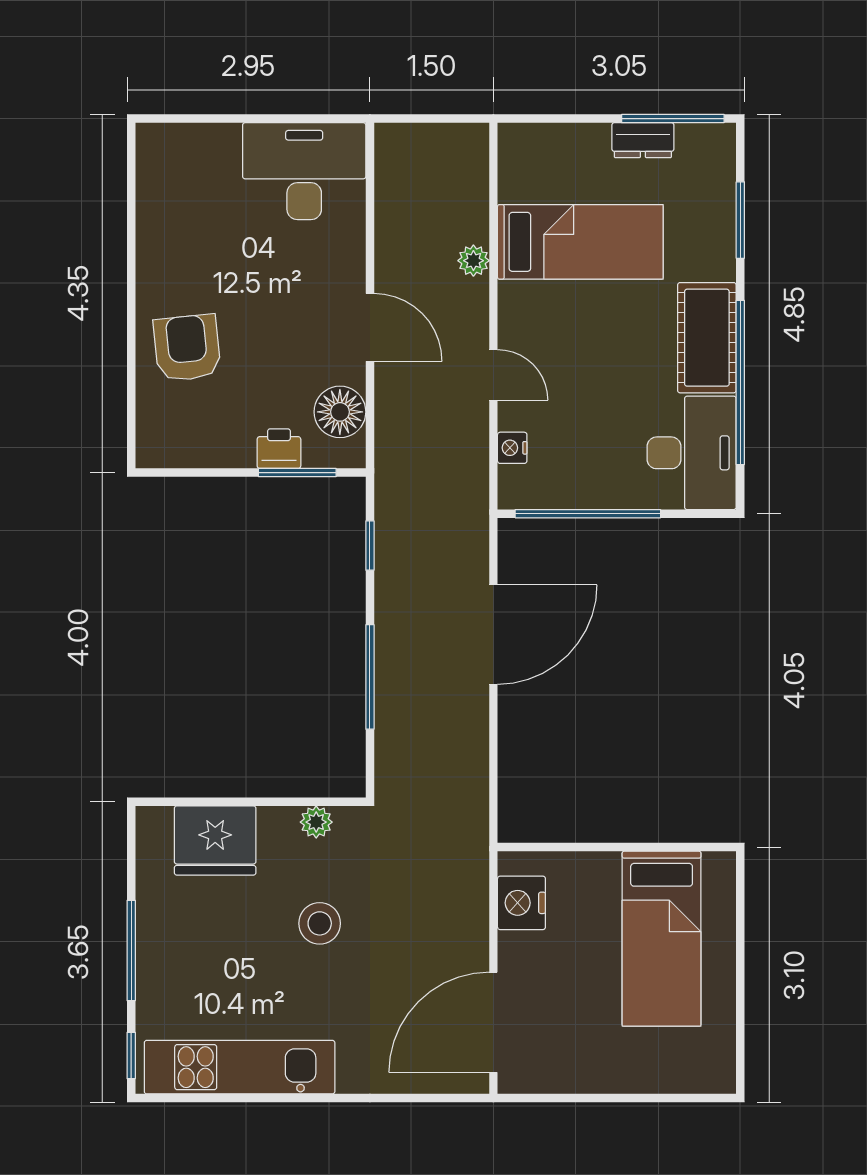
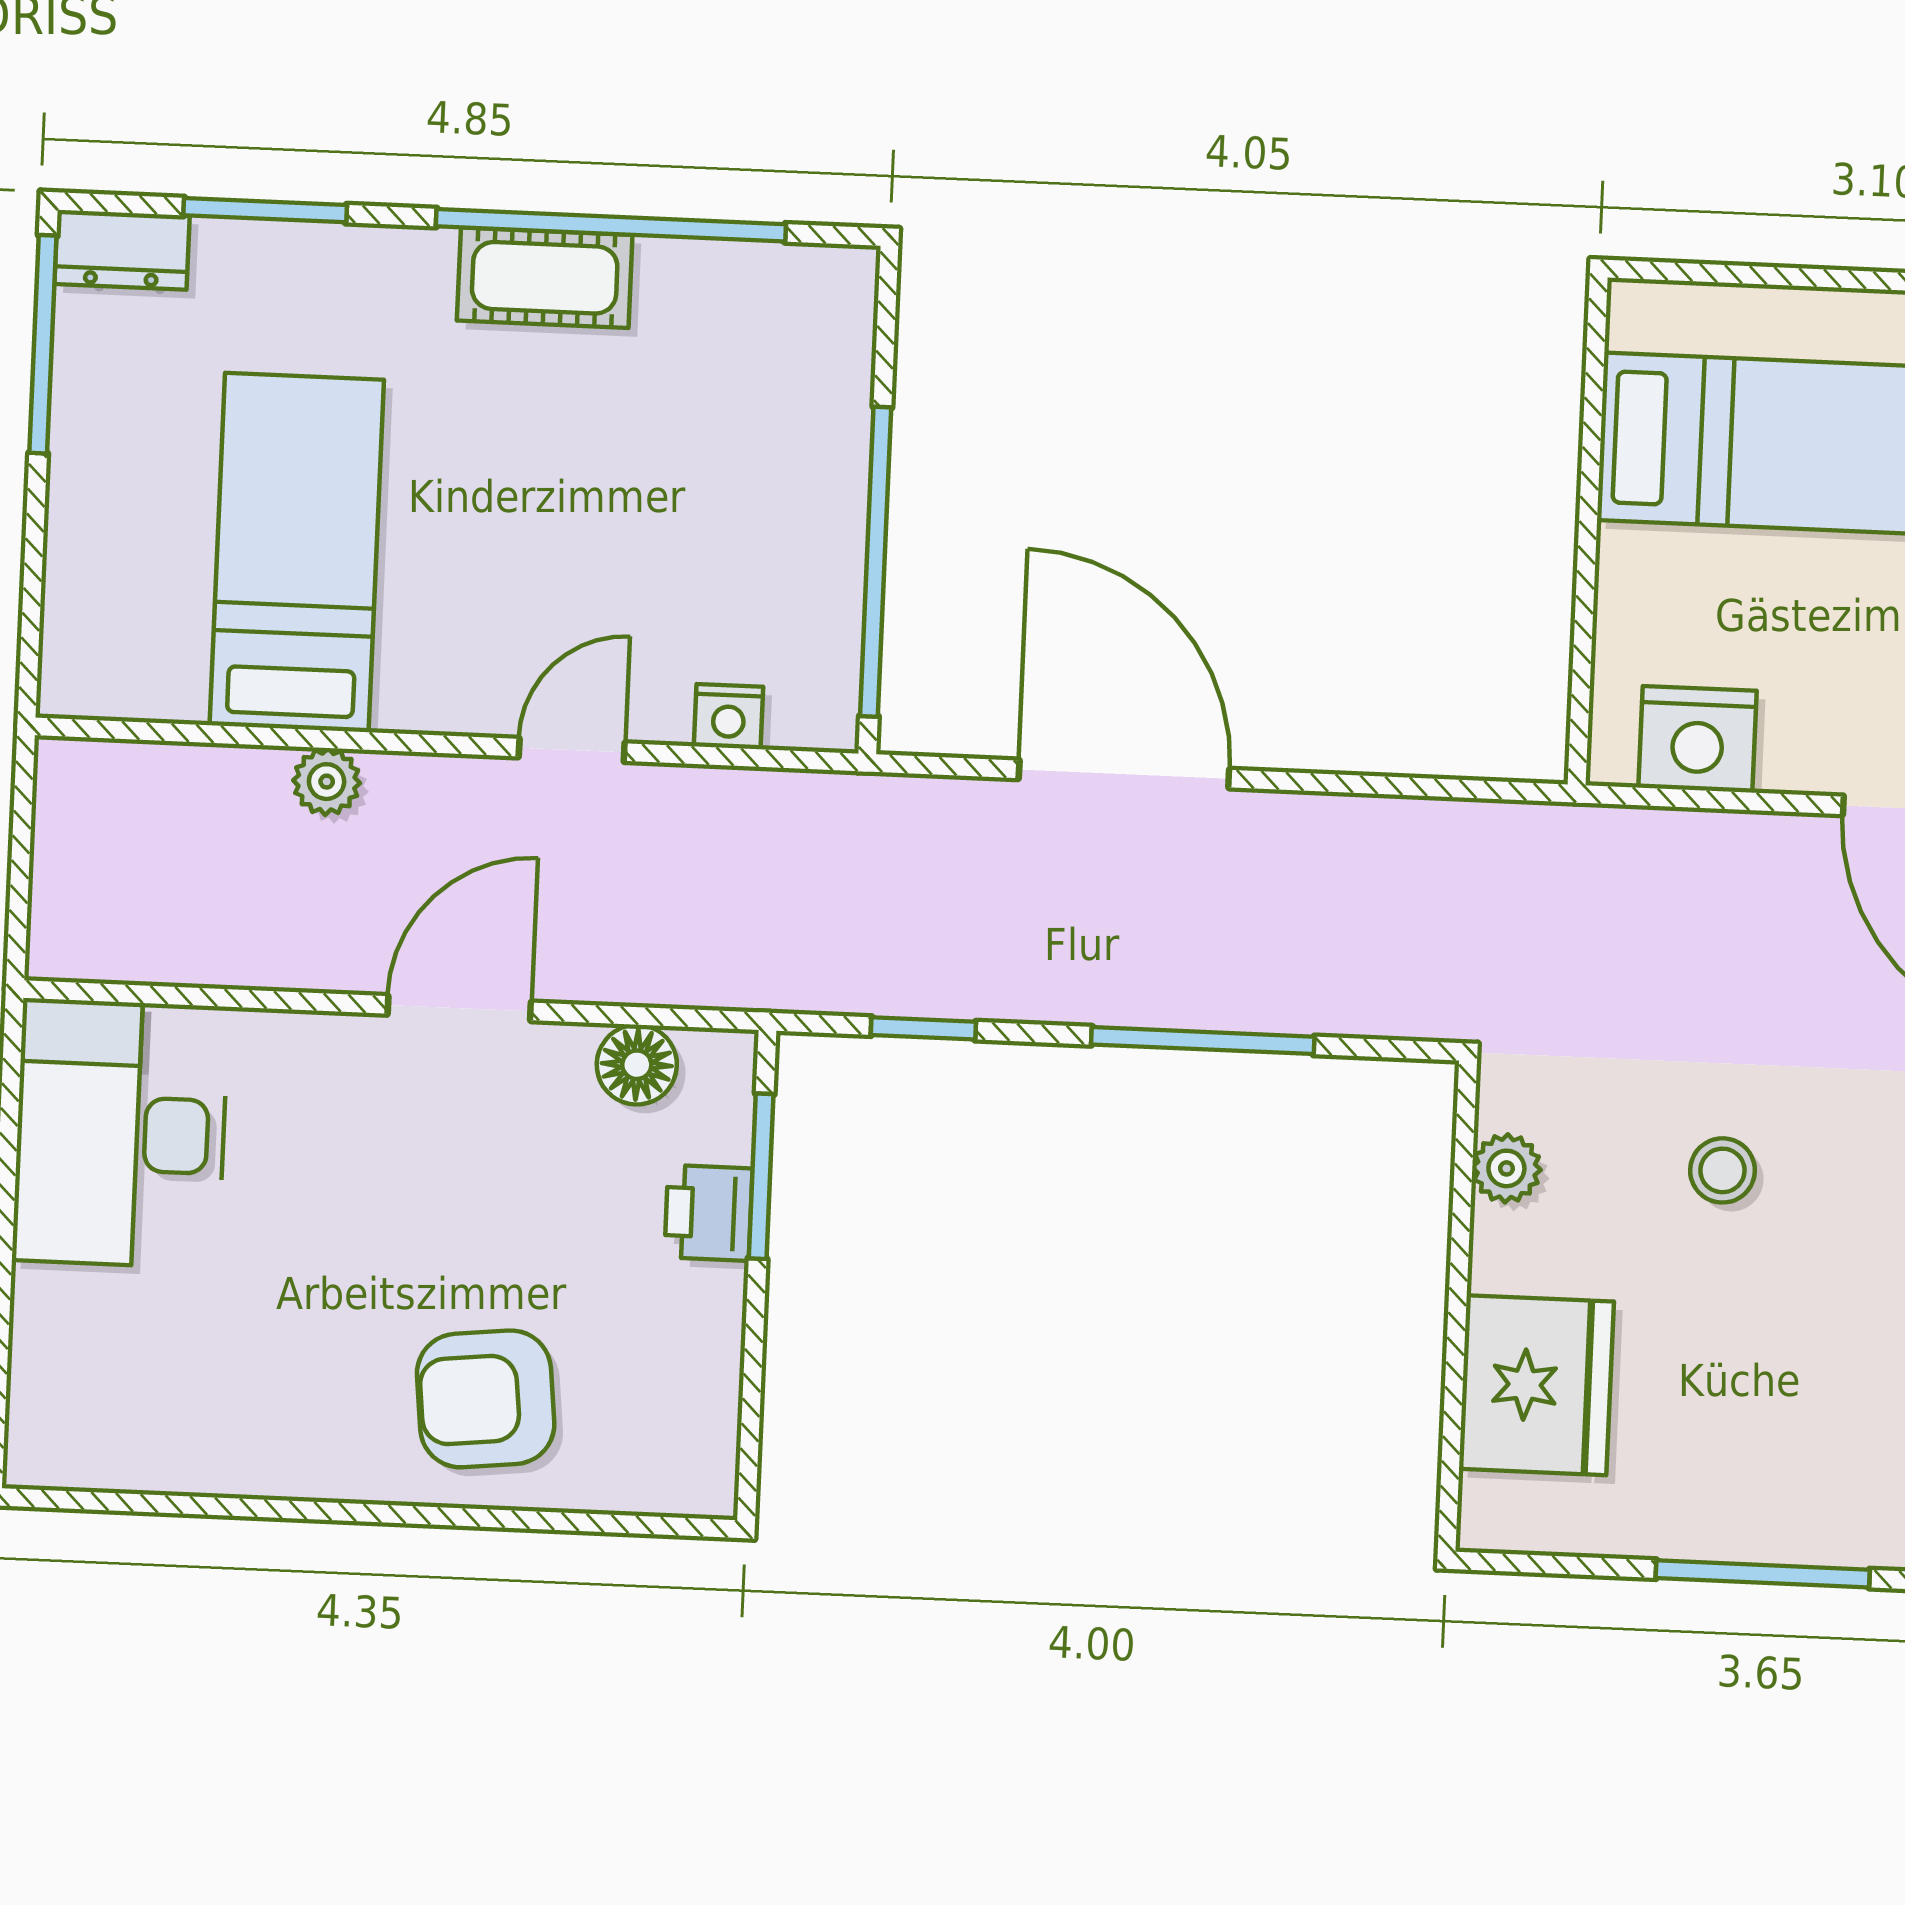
dresser: (643, 140) -> (122, 250), moved, turned 90
cot: (707, 338) -> (545, 278), width x0.73, depth x0.75
floor lamp: (340, 412) -> (637, 1065), width x0.73, depth x0.73
desk: (692, 453) -> (756, 335), removed
stool: (320, 923) -> (1722, 1170), width x0.73, depth x0.73

